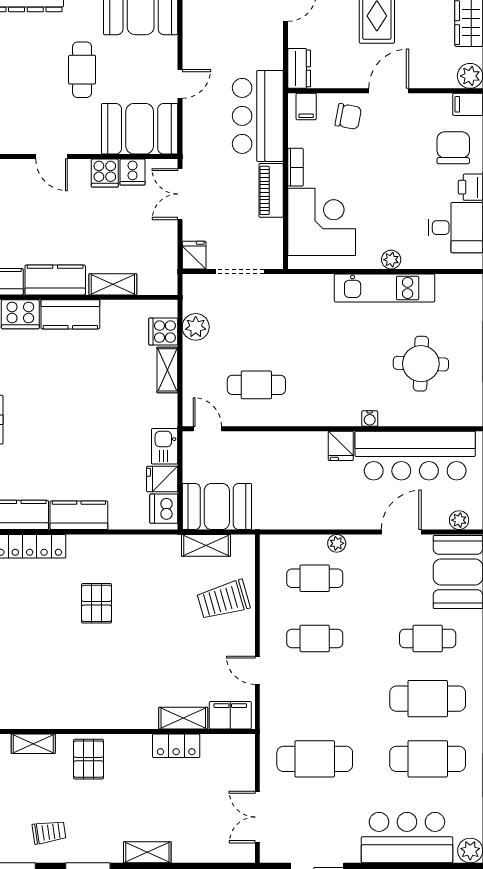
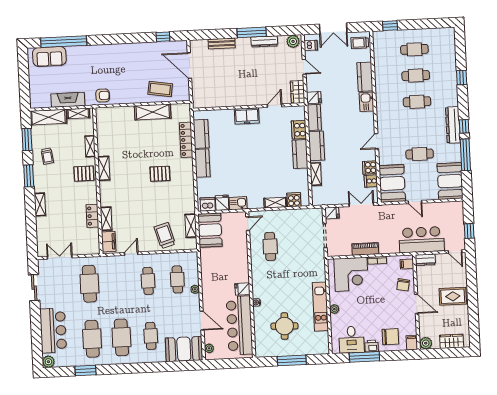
bar counter: (258, 116) -> (422, 240), moved
plant: (196, 327) -> (297, 215), removed
shelving: (80, 718) -> (104, 168), added

